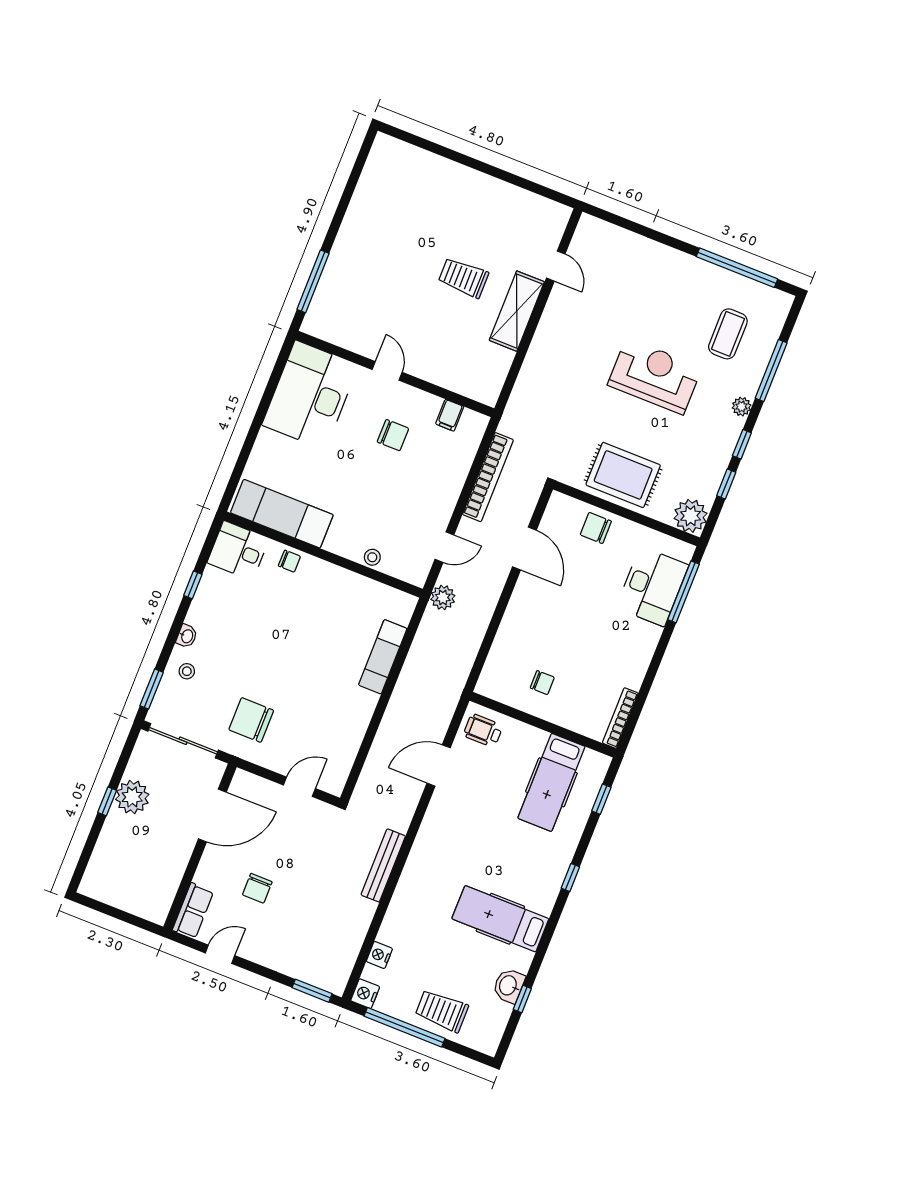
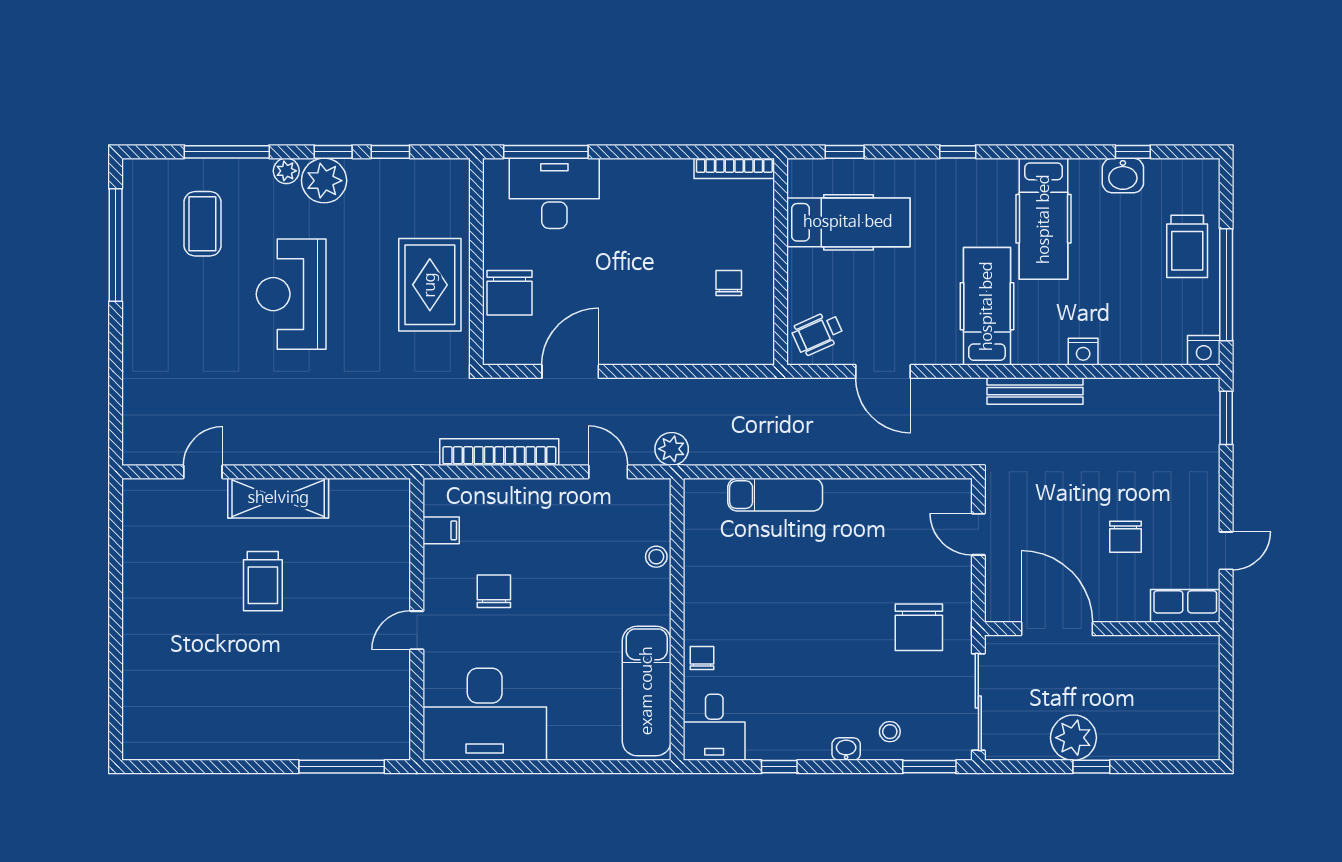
coffee table: (728, 334) -> (202, 224), turned 90
plant: (691, 516) -> (324, 181), moved
chair: (596, 528) -> (509, 293), width x1.37, depth x1.37
wheelchair: (483, 730) -> (818, 333), turned 66
hospital bed: (455, 855) -> (987, 306), added
chair: (257, 888) -> (1126, 537), turned 90
door: (220, 954) -> (1226, 551), swing flipped
nightstand: (379, 955) -> (1083, 352), moved

